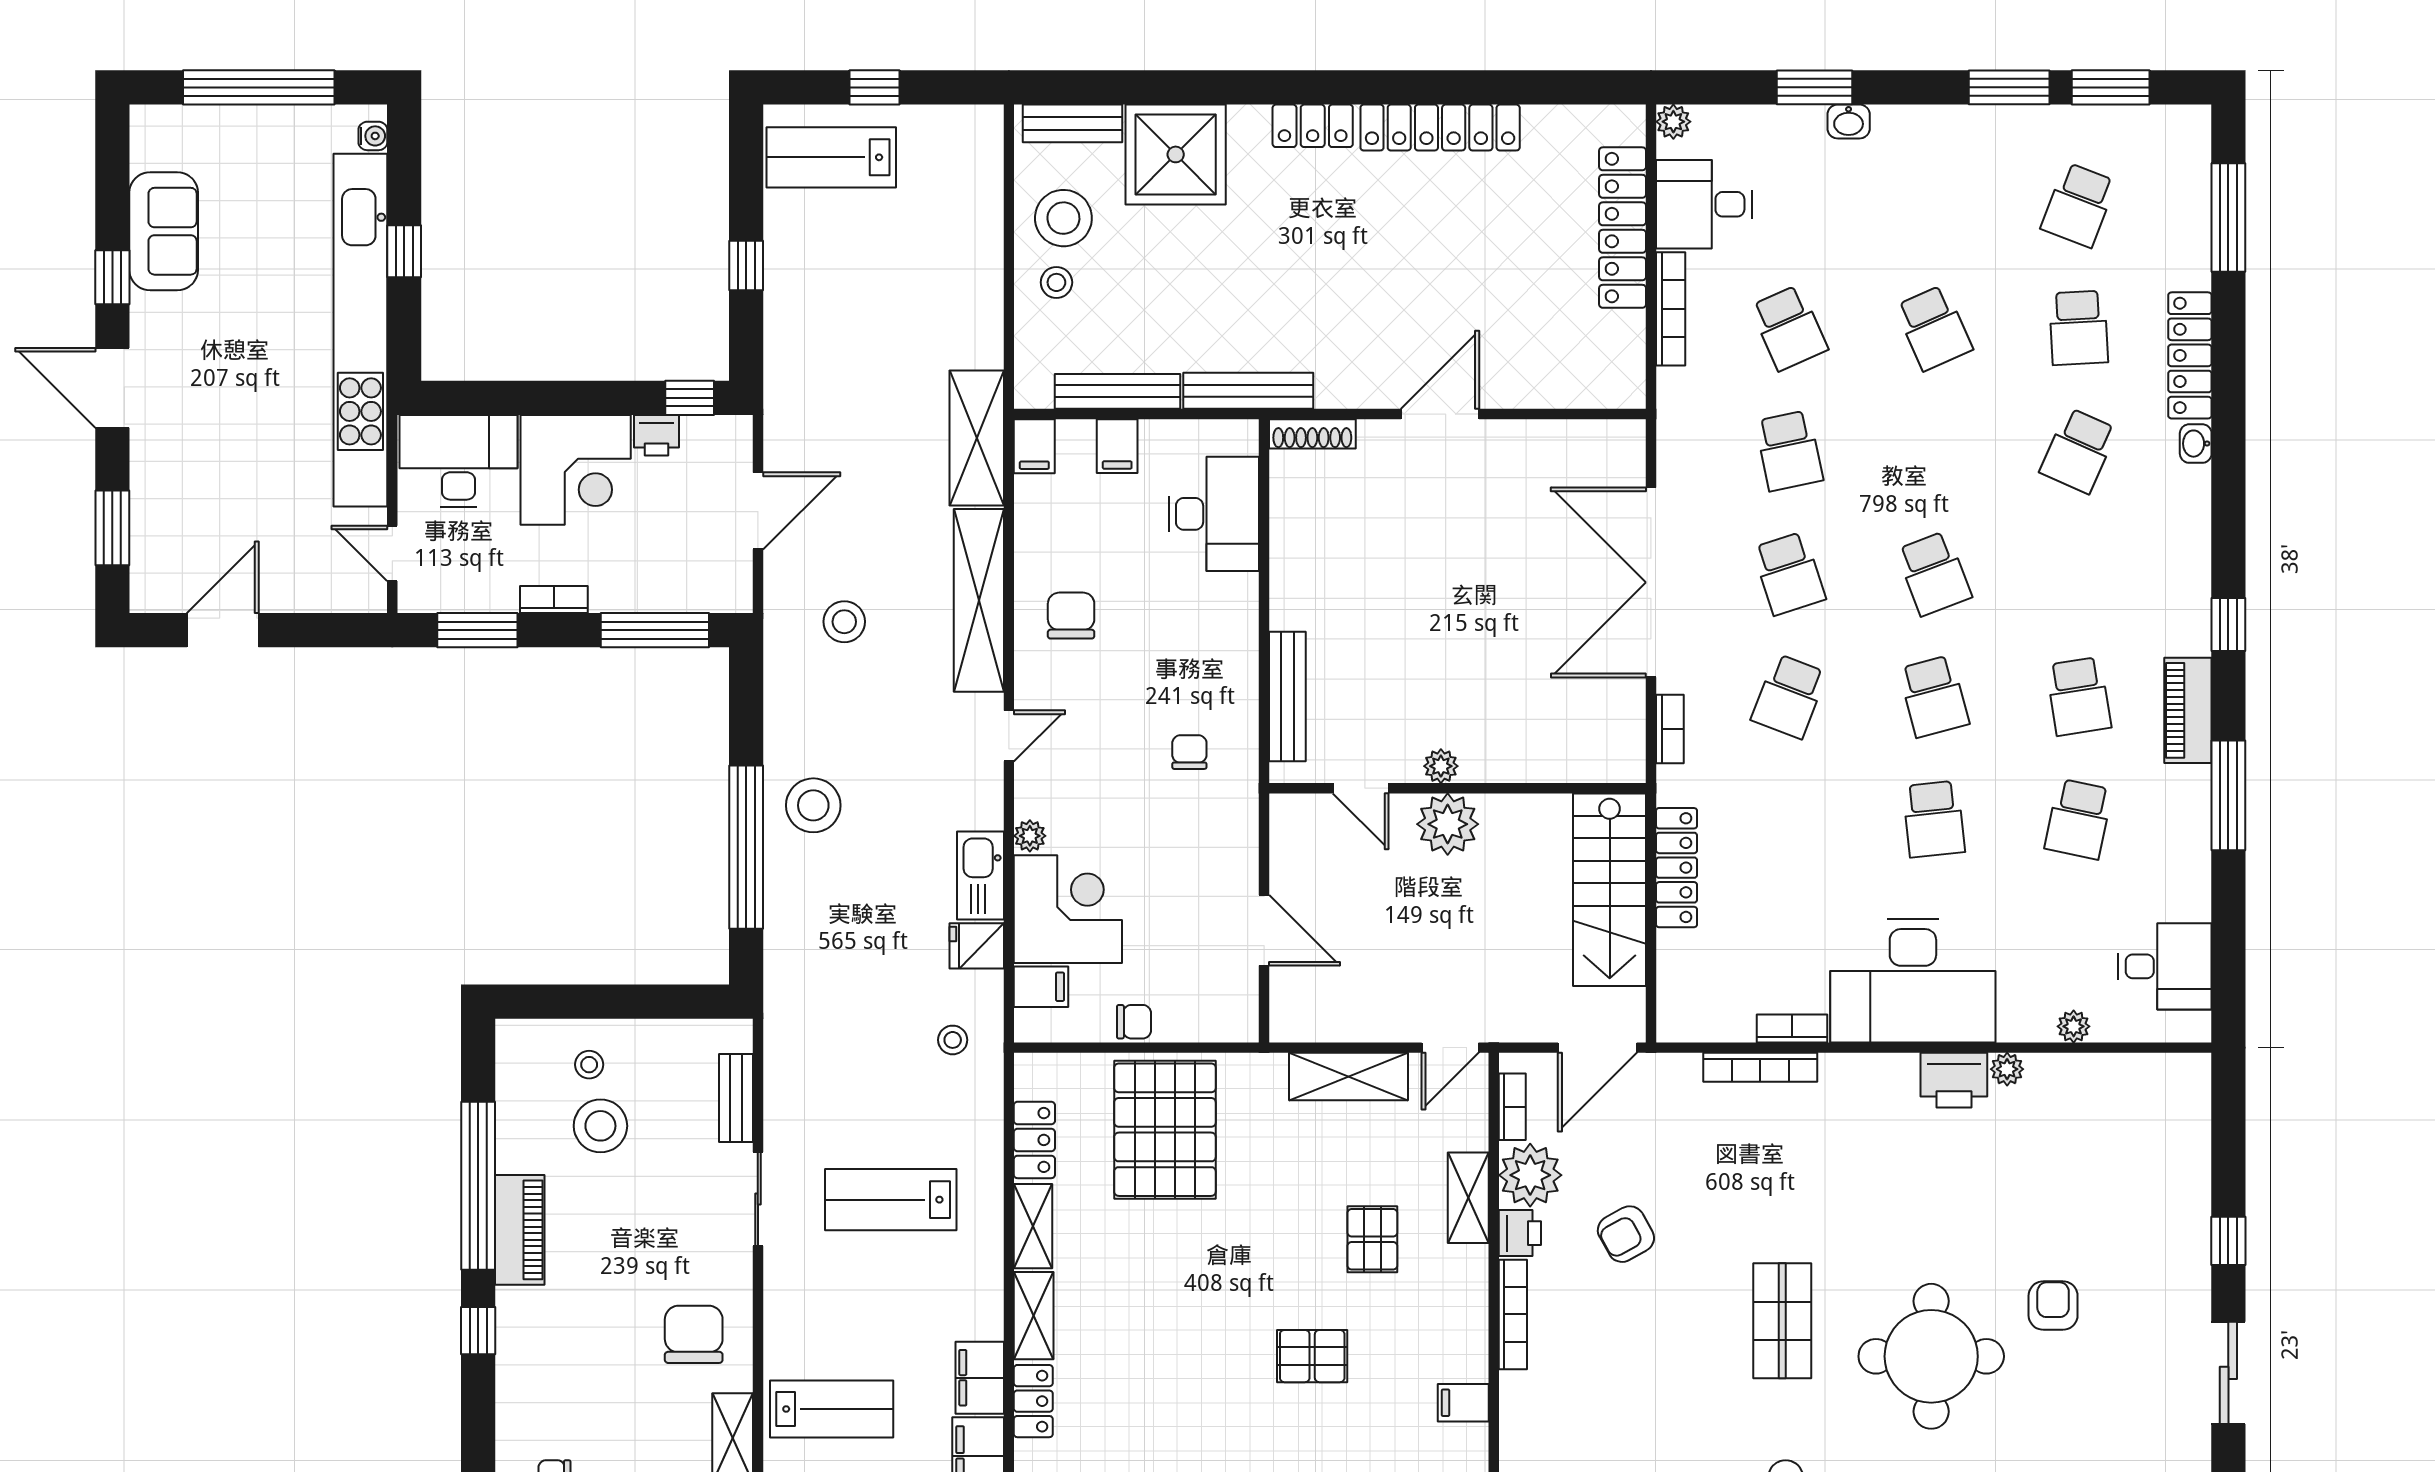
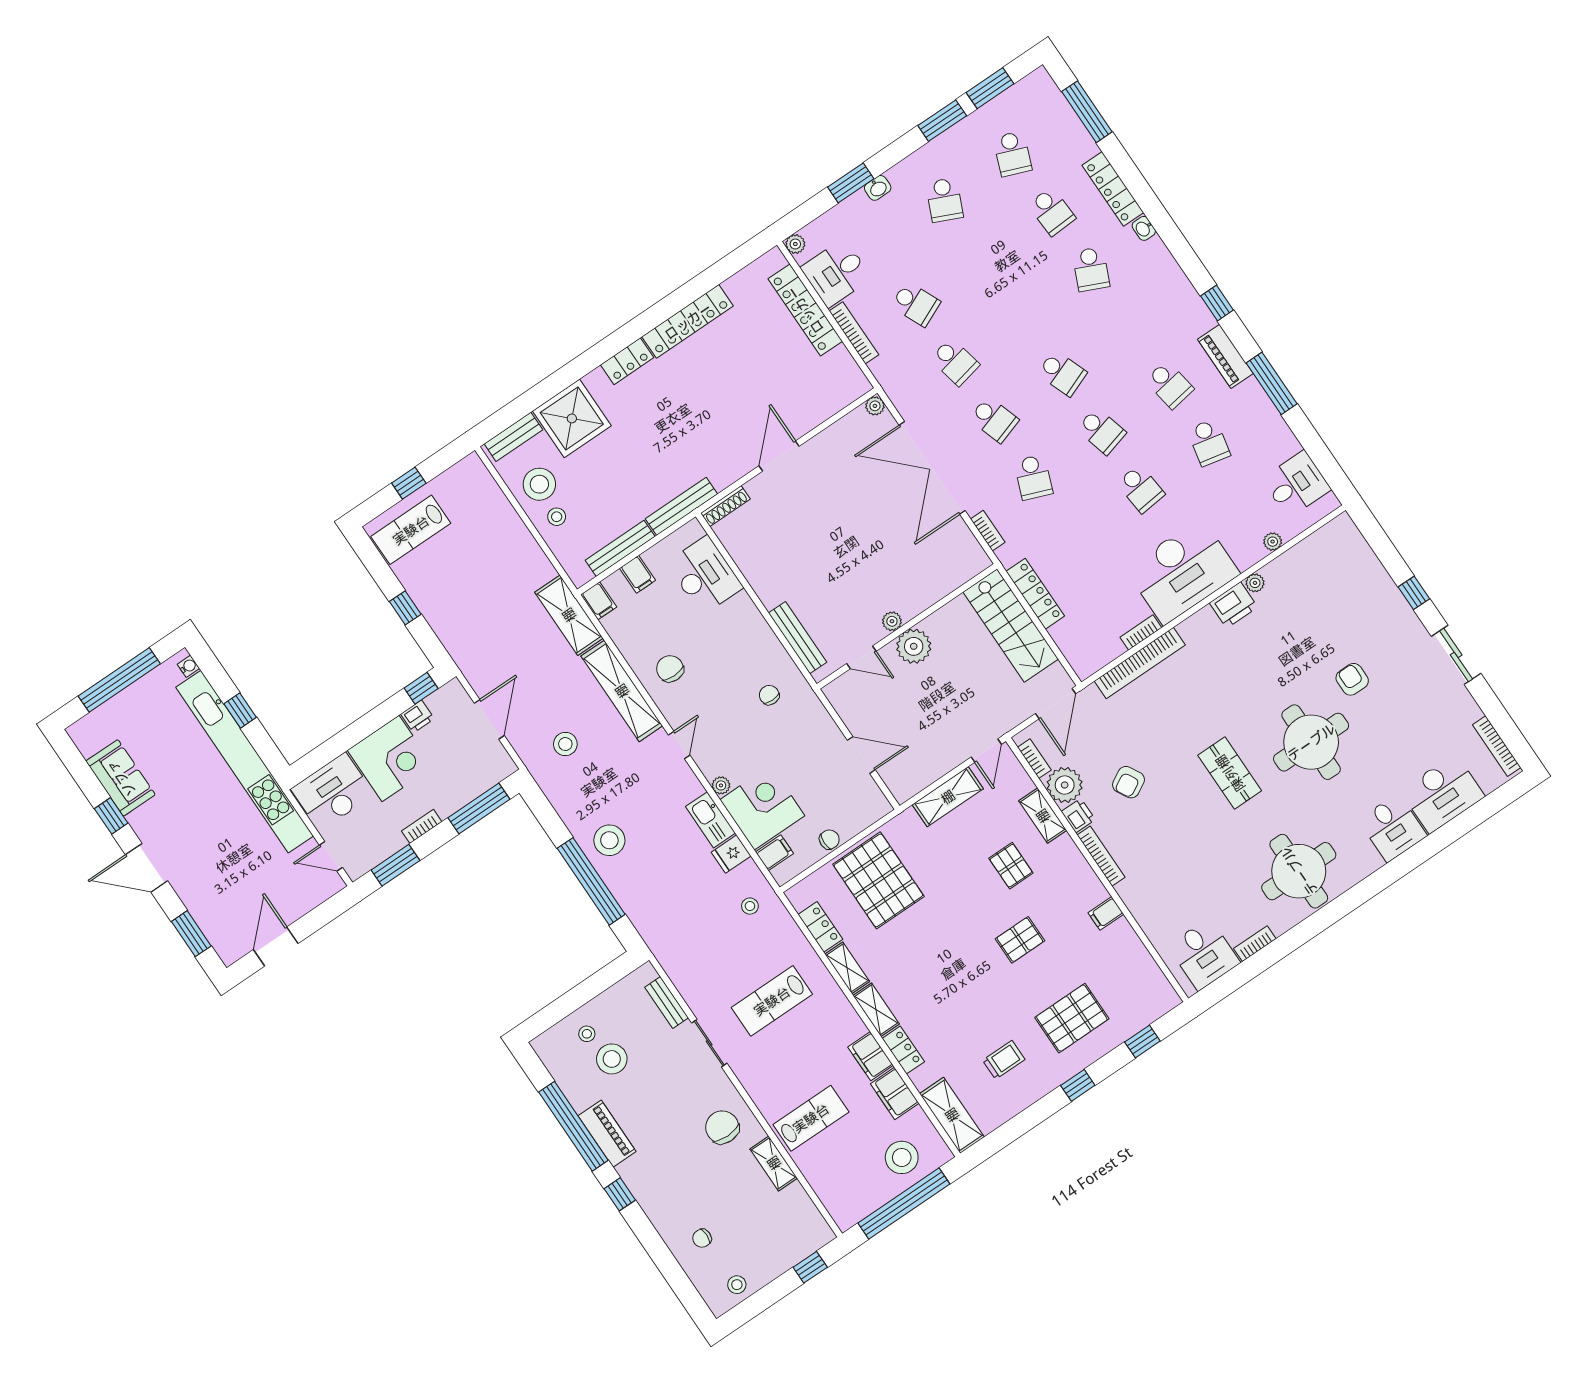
school desk: (1934, 328) -> (944, 200), moved, turned 48
plant: (1629, 436) -> (875, 406), added
bookcase: (1760, 1067) -> (1140, 663), width x1.48, depth x1.31

